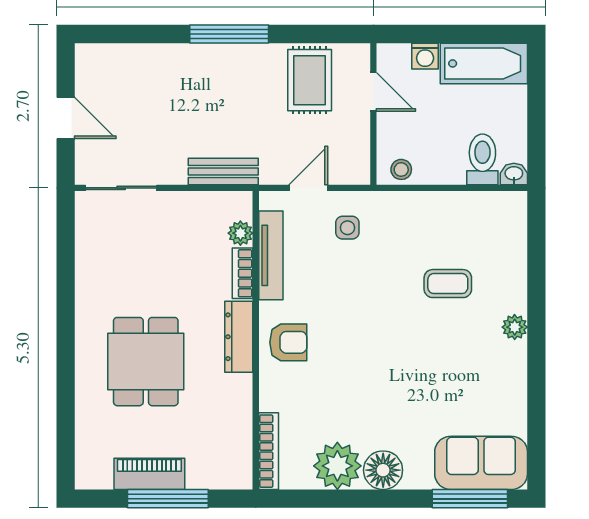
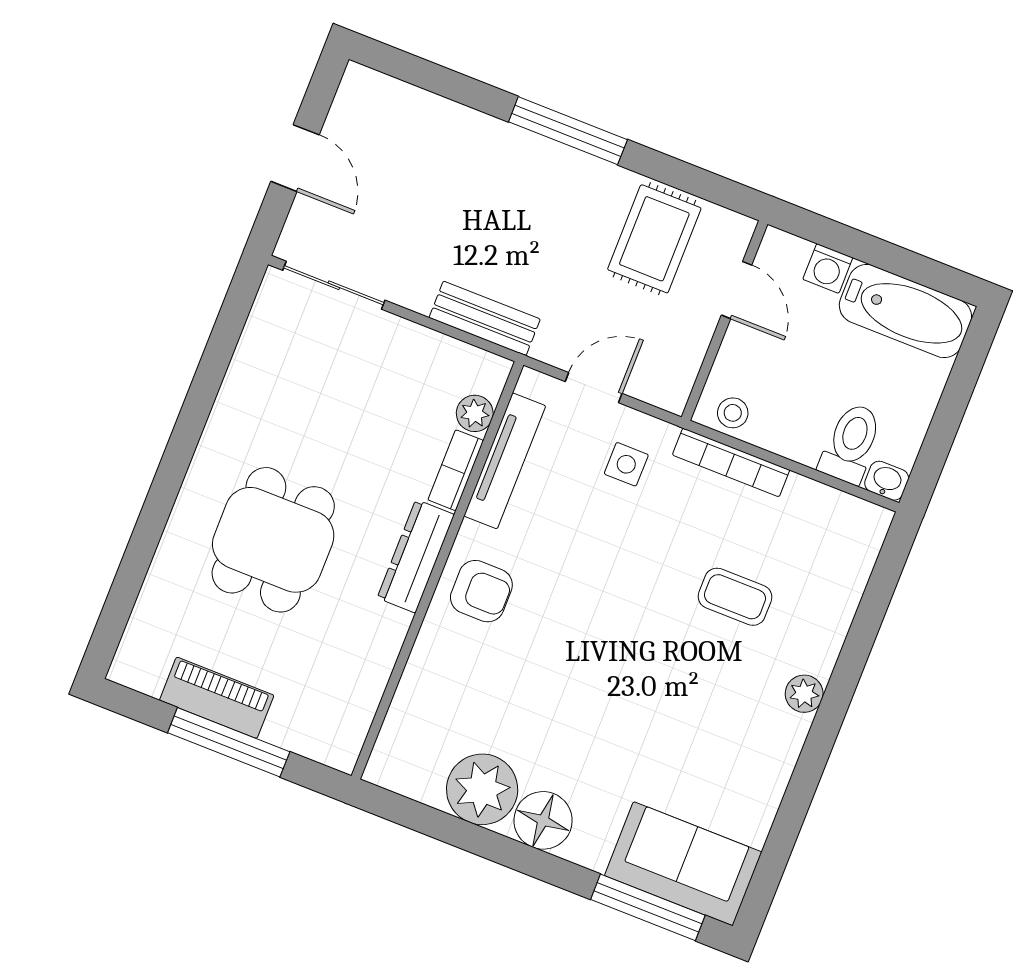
bookcase: (269, 451) -> (731, 462), moved, turned 90

